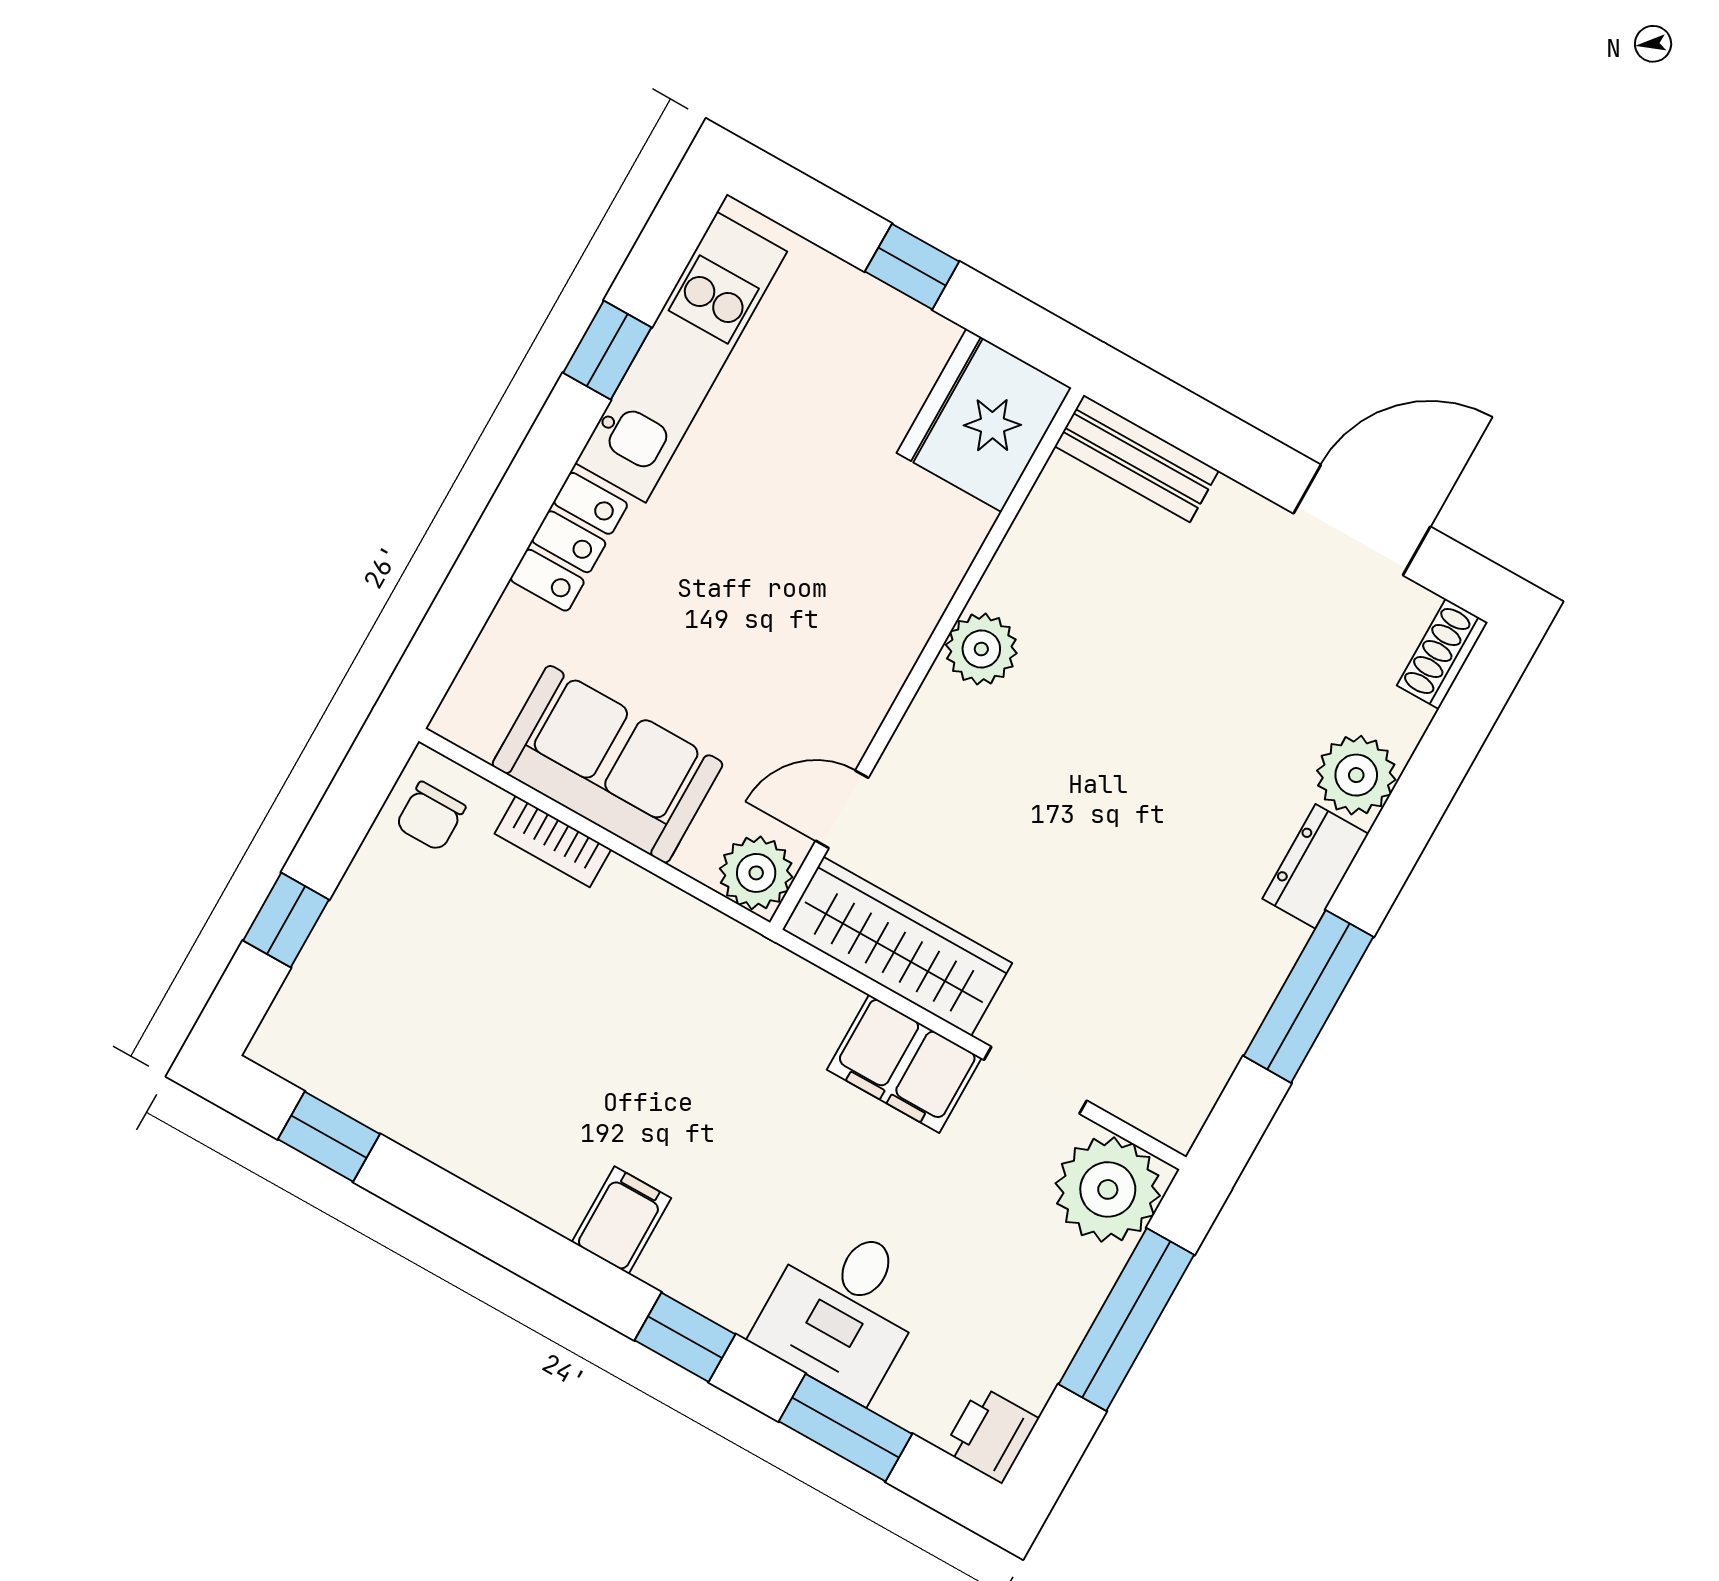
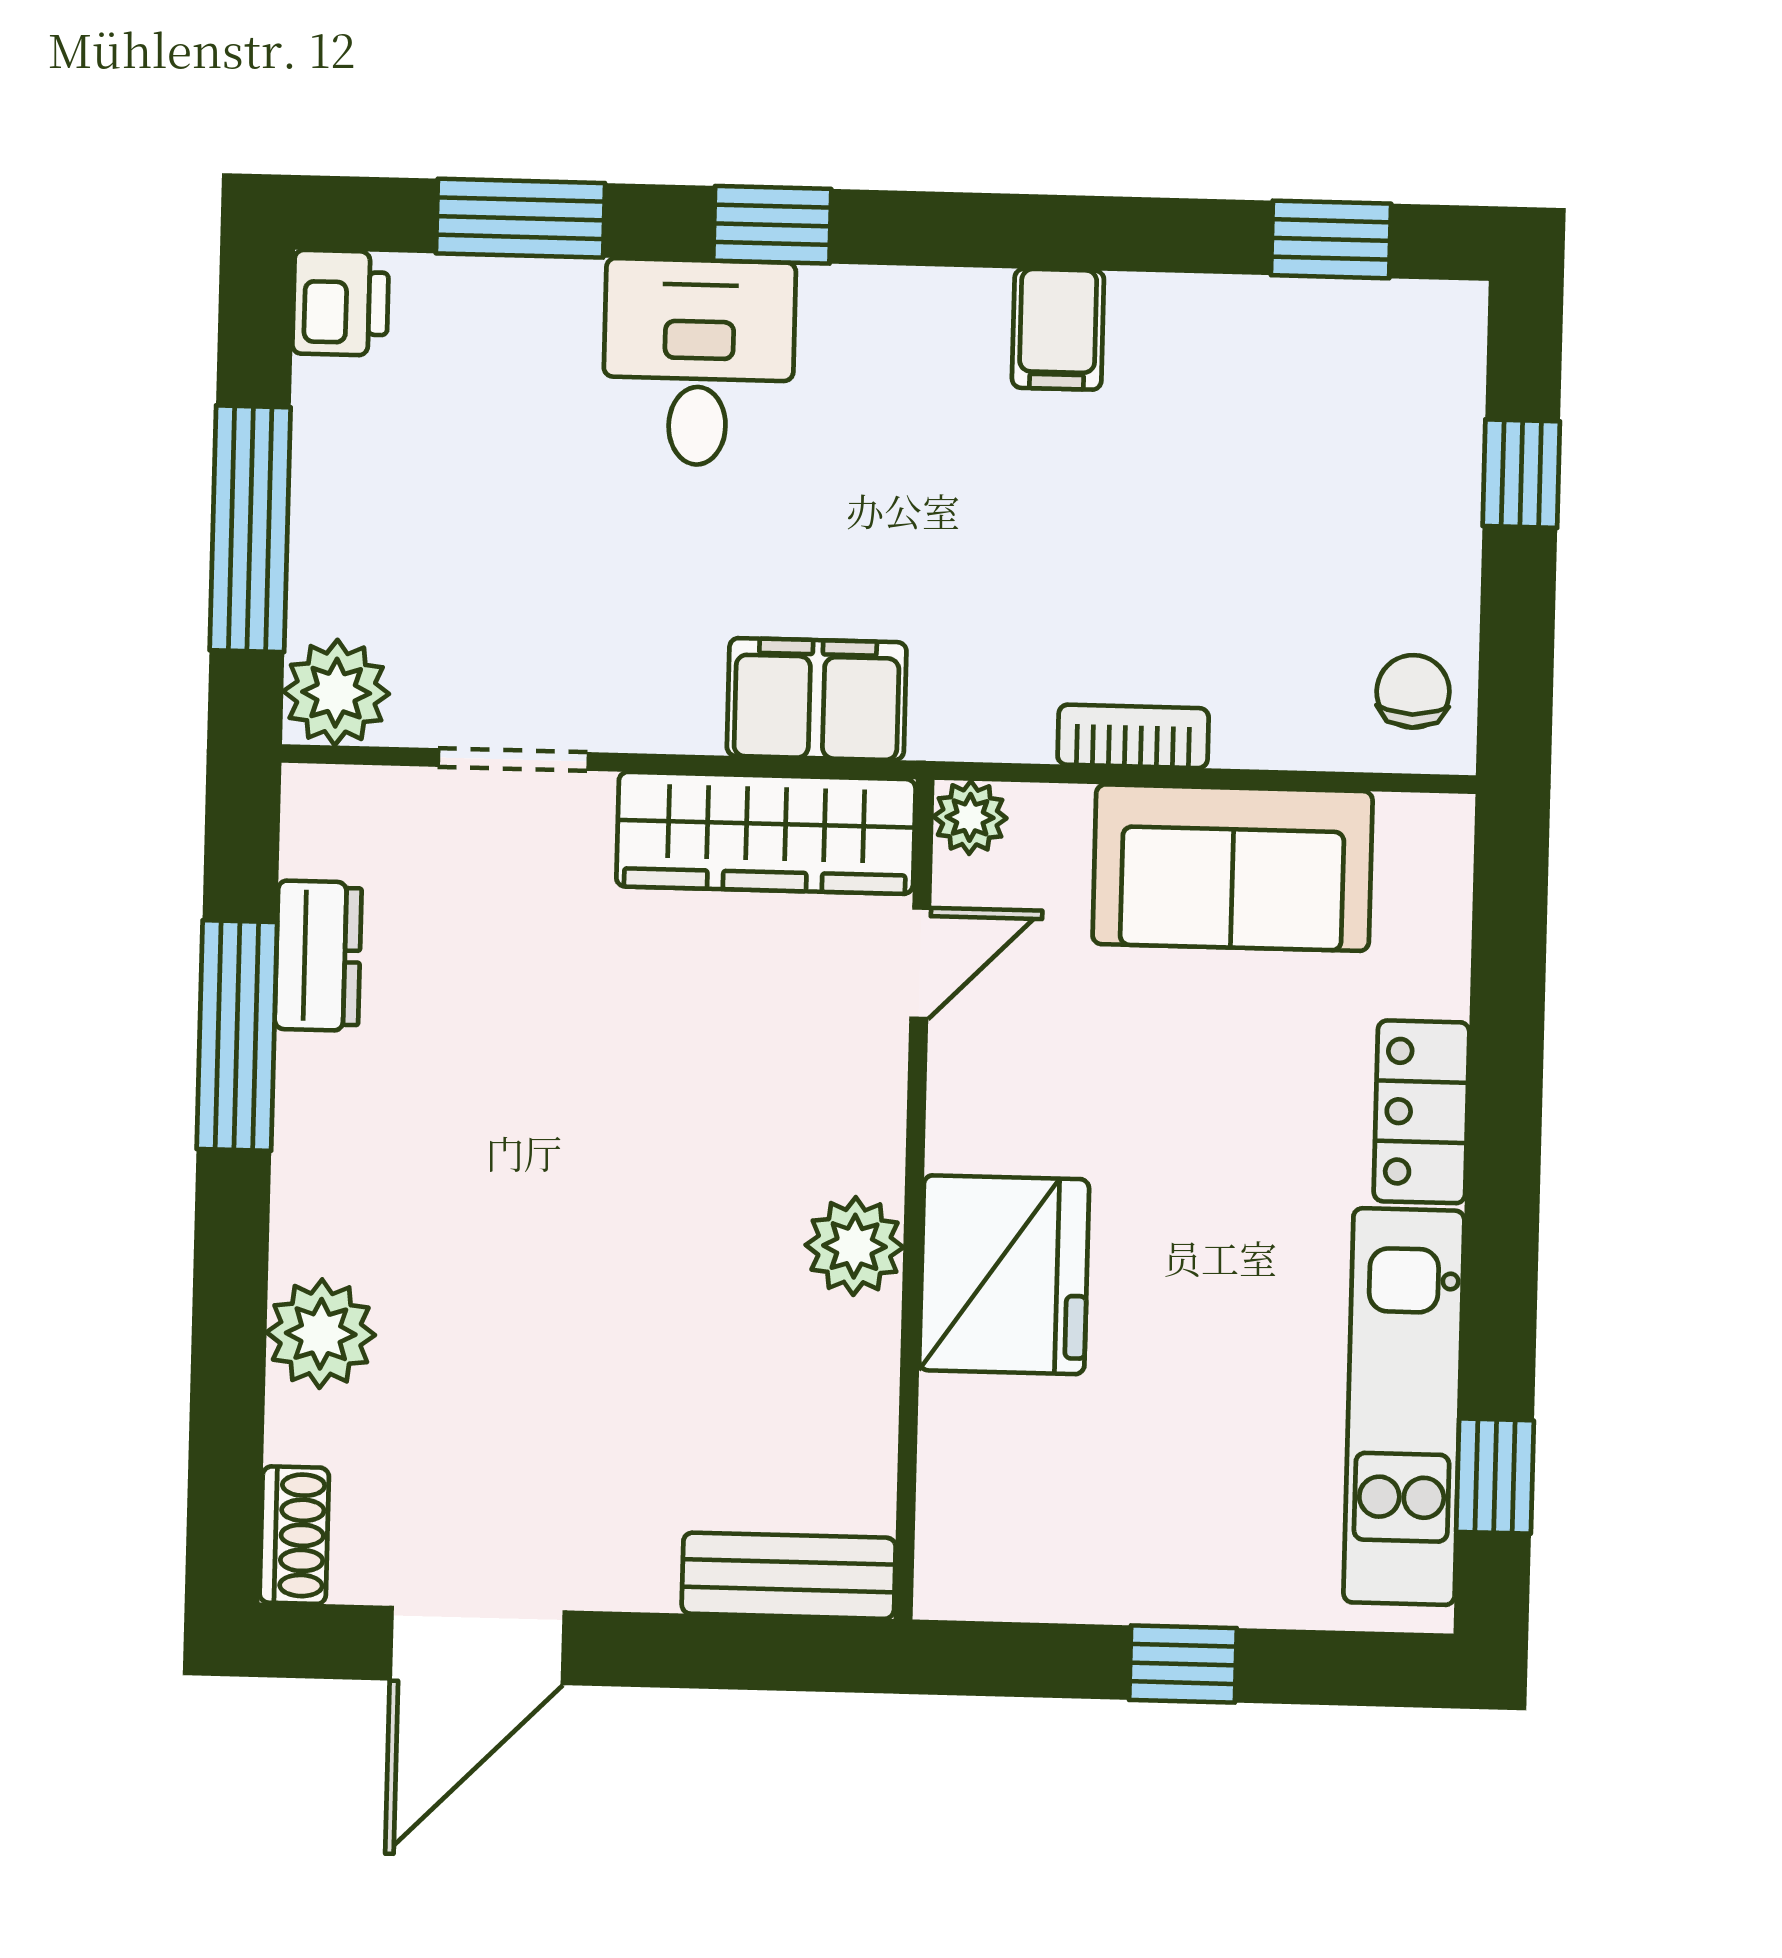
window: (607, 350) -> (1495, 1476), moved
fridge: (984, 420) -> (1004, 1275), moved
bookcase: (553, 841) -> (1133, 736), moved
dresser: (1315, 866) -> (318, 956), moved
plant: (756, 873) -> (970, 817), width x0.73, depth x0.73
filing cabinet: (904, 1064) -> (817, 699), moved
plant: (1108, 1189) -> (336, 693), width x0.73, depth x0.73
filing cabinet: (621, 1220) -> (1058, 329), moved
desk: (843, 1309) -> (699, 362), moved

